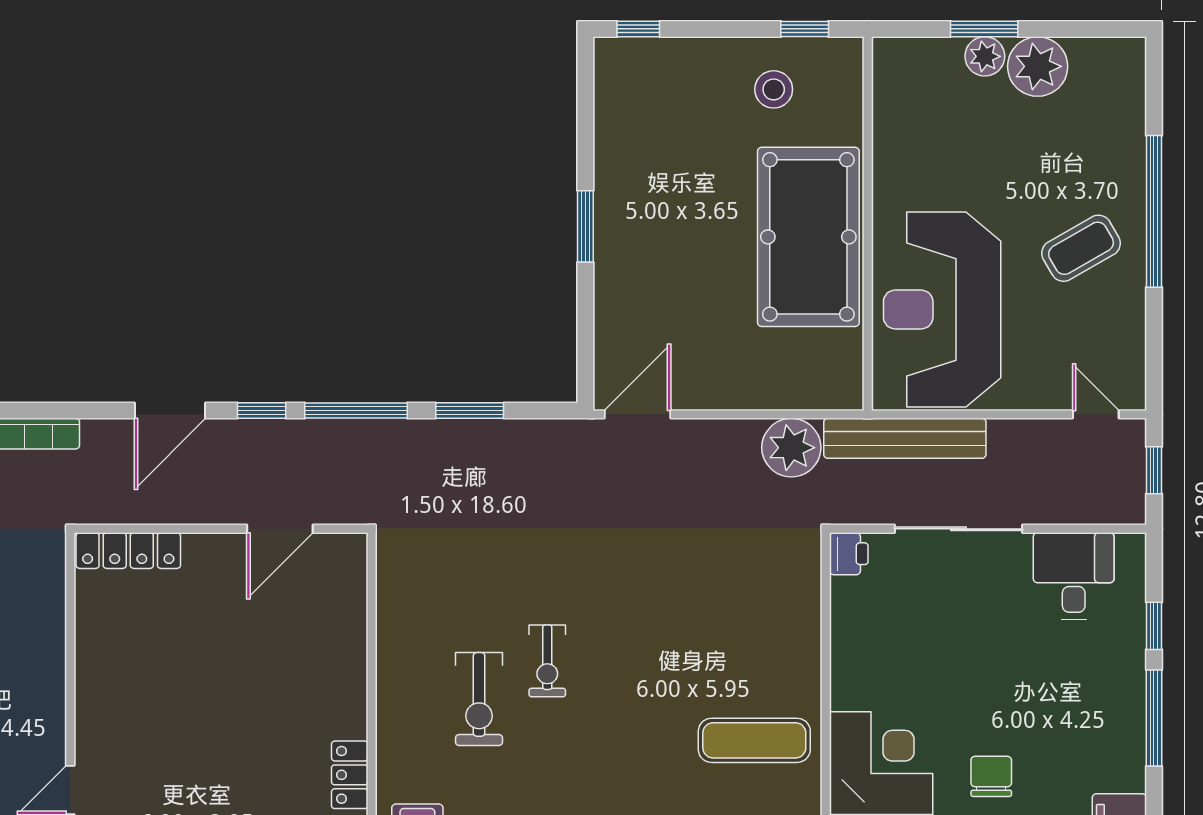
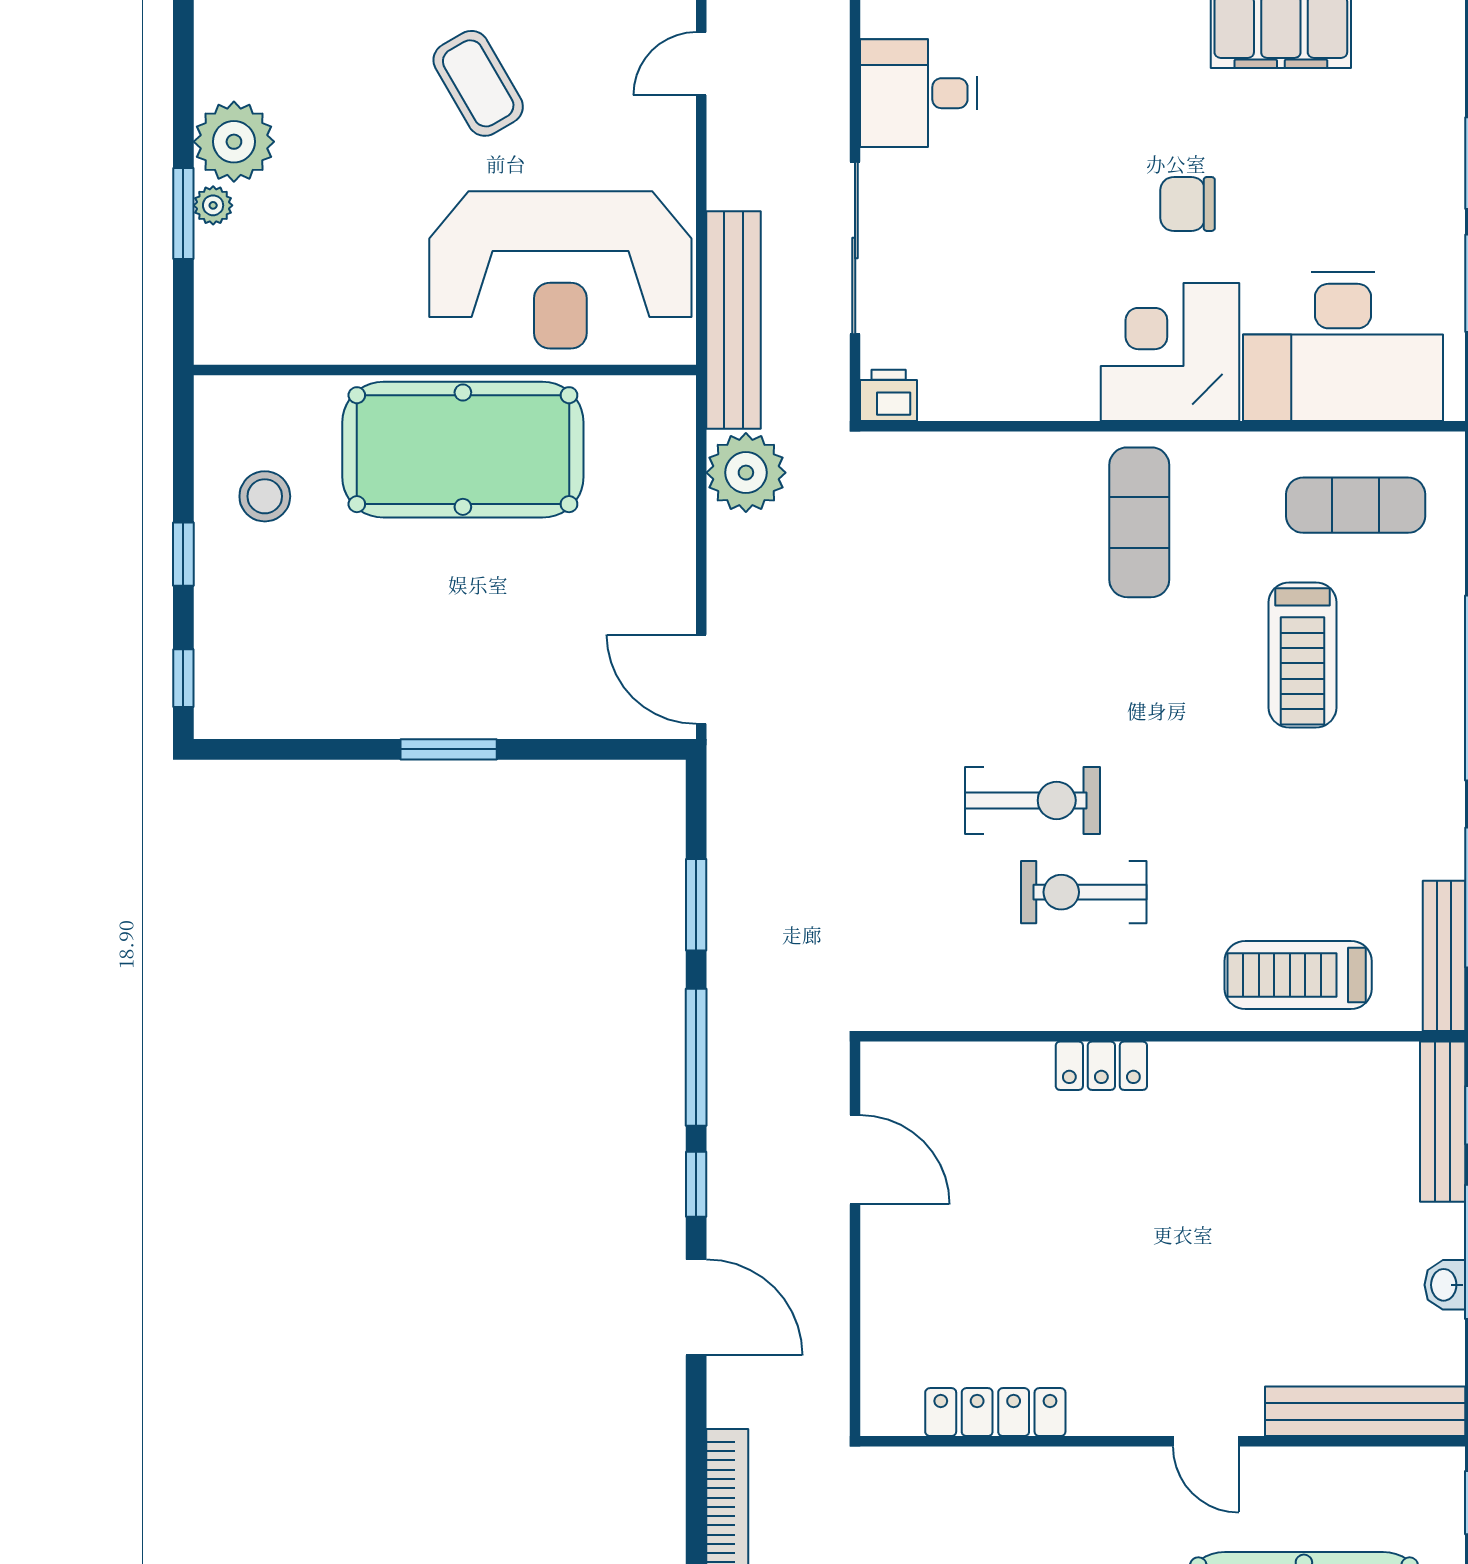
window: (805, 29) -> (183, 554), moved
plant: (985, 56) -> (213, 205), width x0.73, depth x0.73
locker: (128, 551) -> (995, 1412), moved, turned -90
exercise bike: (547, 661) -> (1032, 800), width x1.38, depth x1.39
exercise bike: (479, 699) -> (1084, 892), turned 180
locker: (350, 775) -> (1101, 1066), moved

